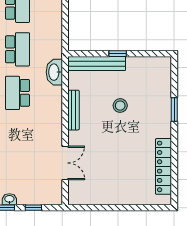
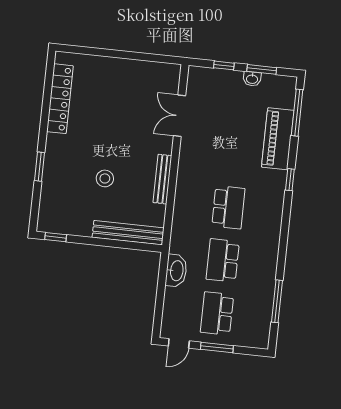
window: (118, 54) -> (56, 237), moved
washbasin: (54, 72) -> (176, 271), moved

